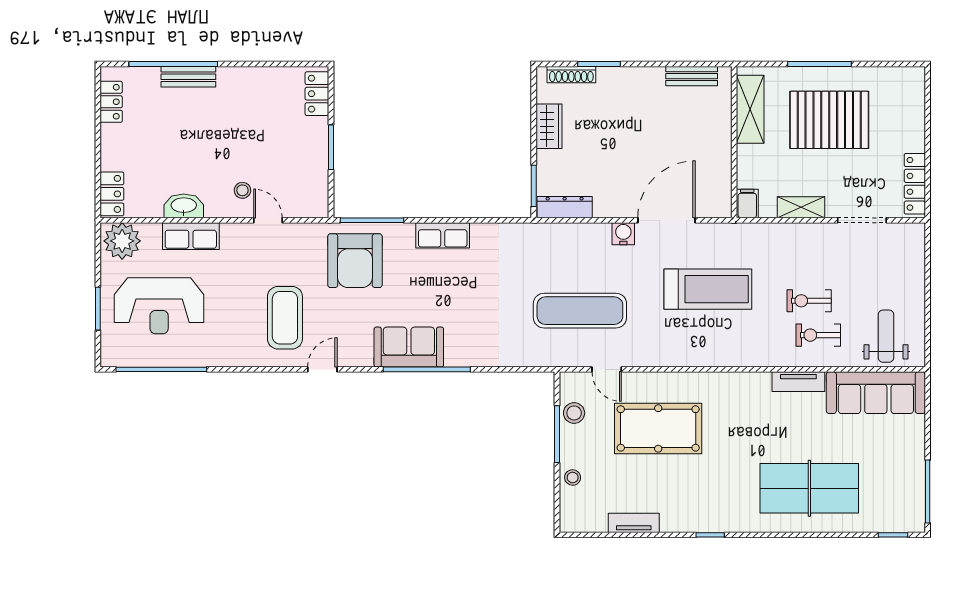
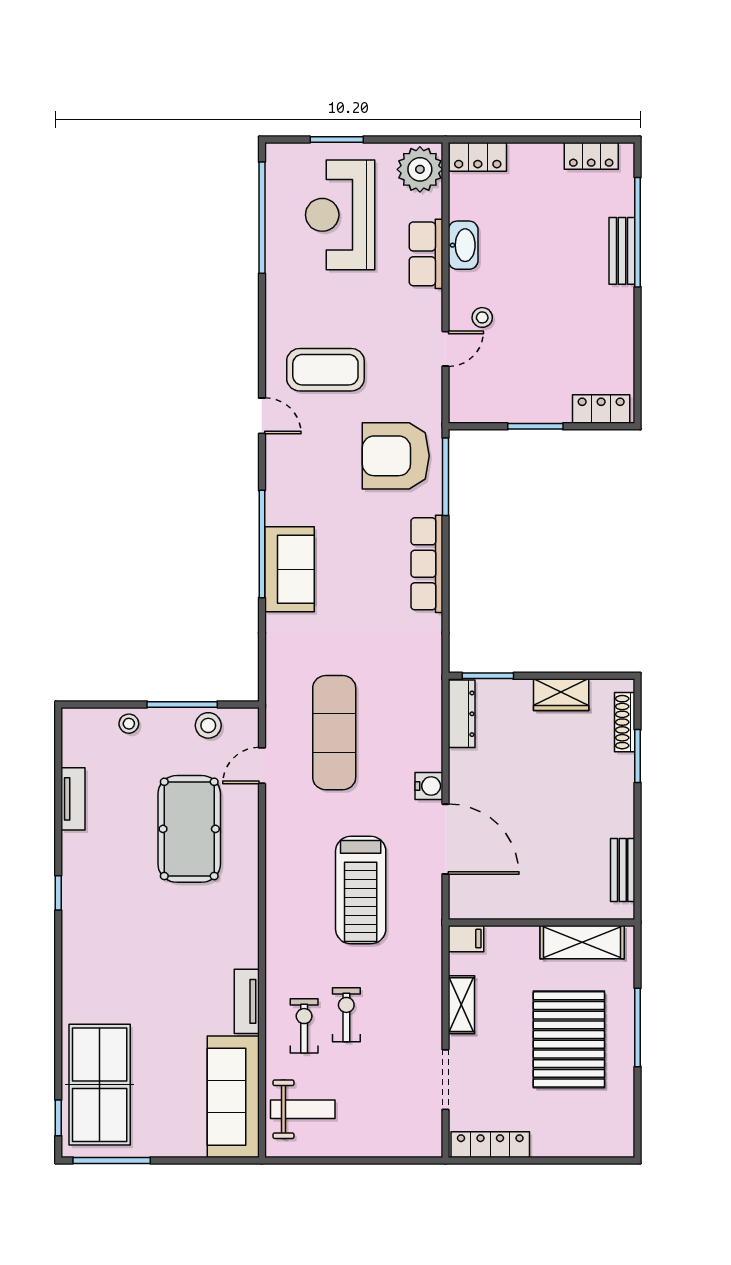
row of seats: (443, 235) -> (427, 564), width x1.48
sofa: (409, 347) -> (289, 569), moved
table tennis table: (809, 488) -> (100, 1085), moved

